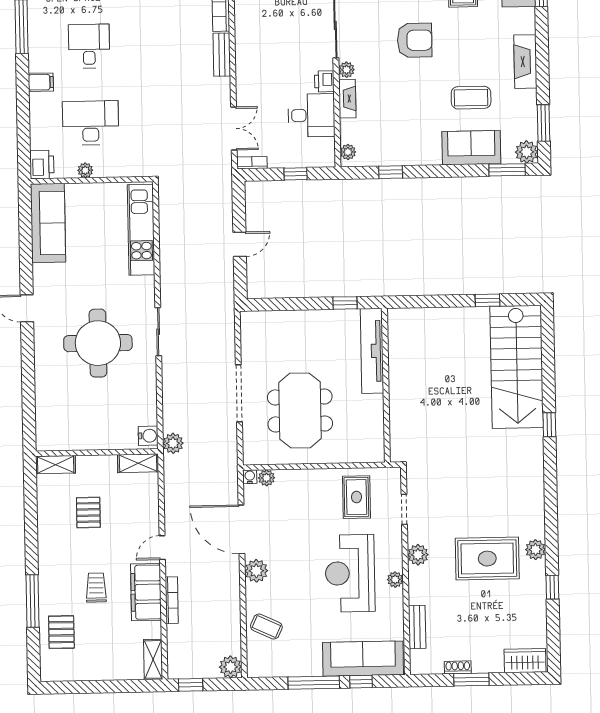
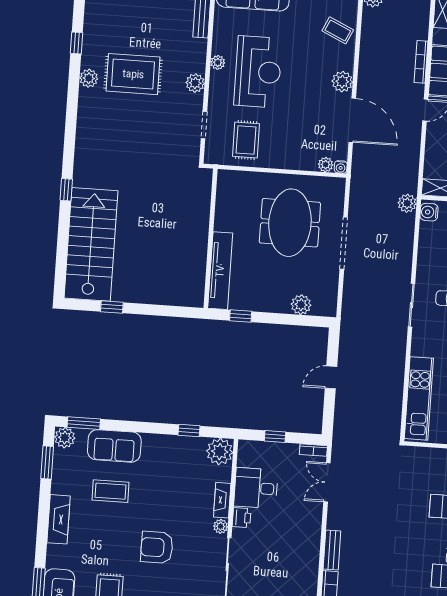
plant: (348, 152) -> (220, 452), width x1.88, depth x1.88
plant: (280, 321) -> (301, 305), added

